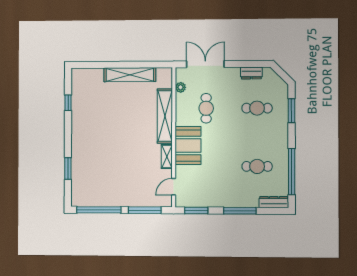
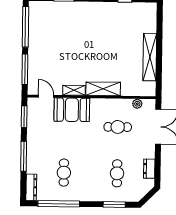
shelving: (165, 116) -> (103, 89), width x0.68
booth: (188, 146) -> (72, 110), moved

